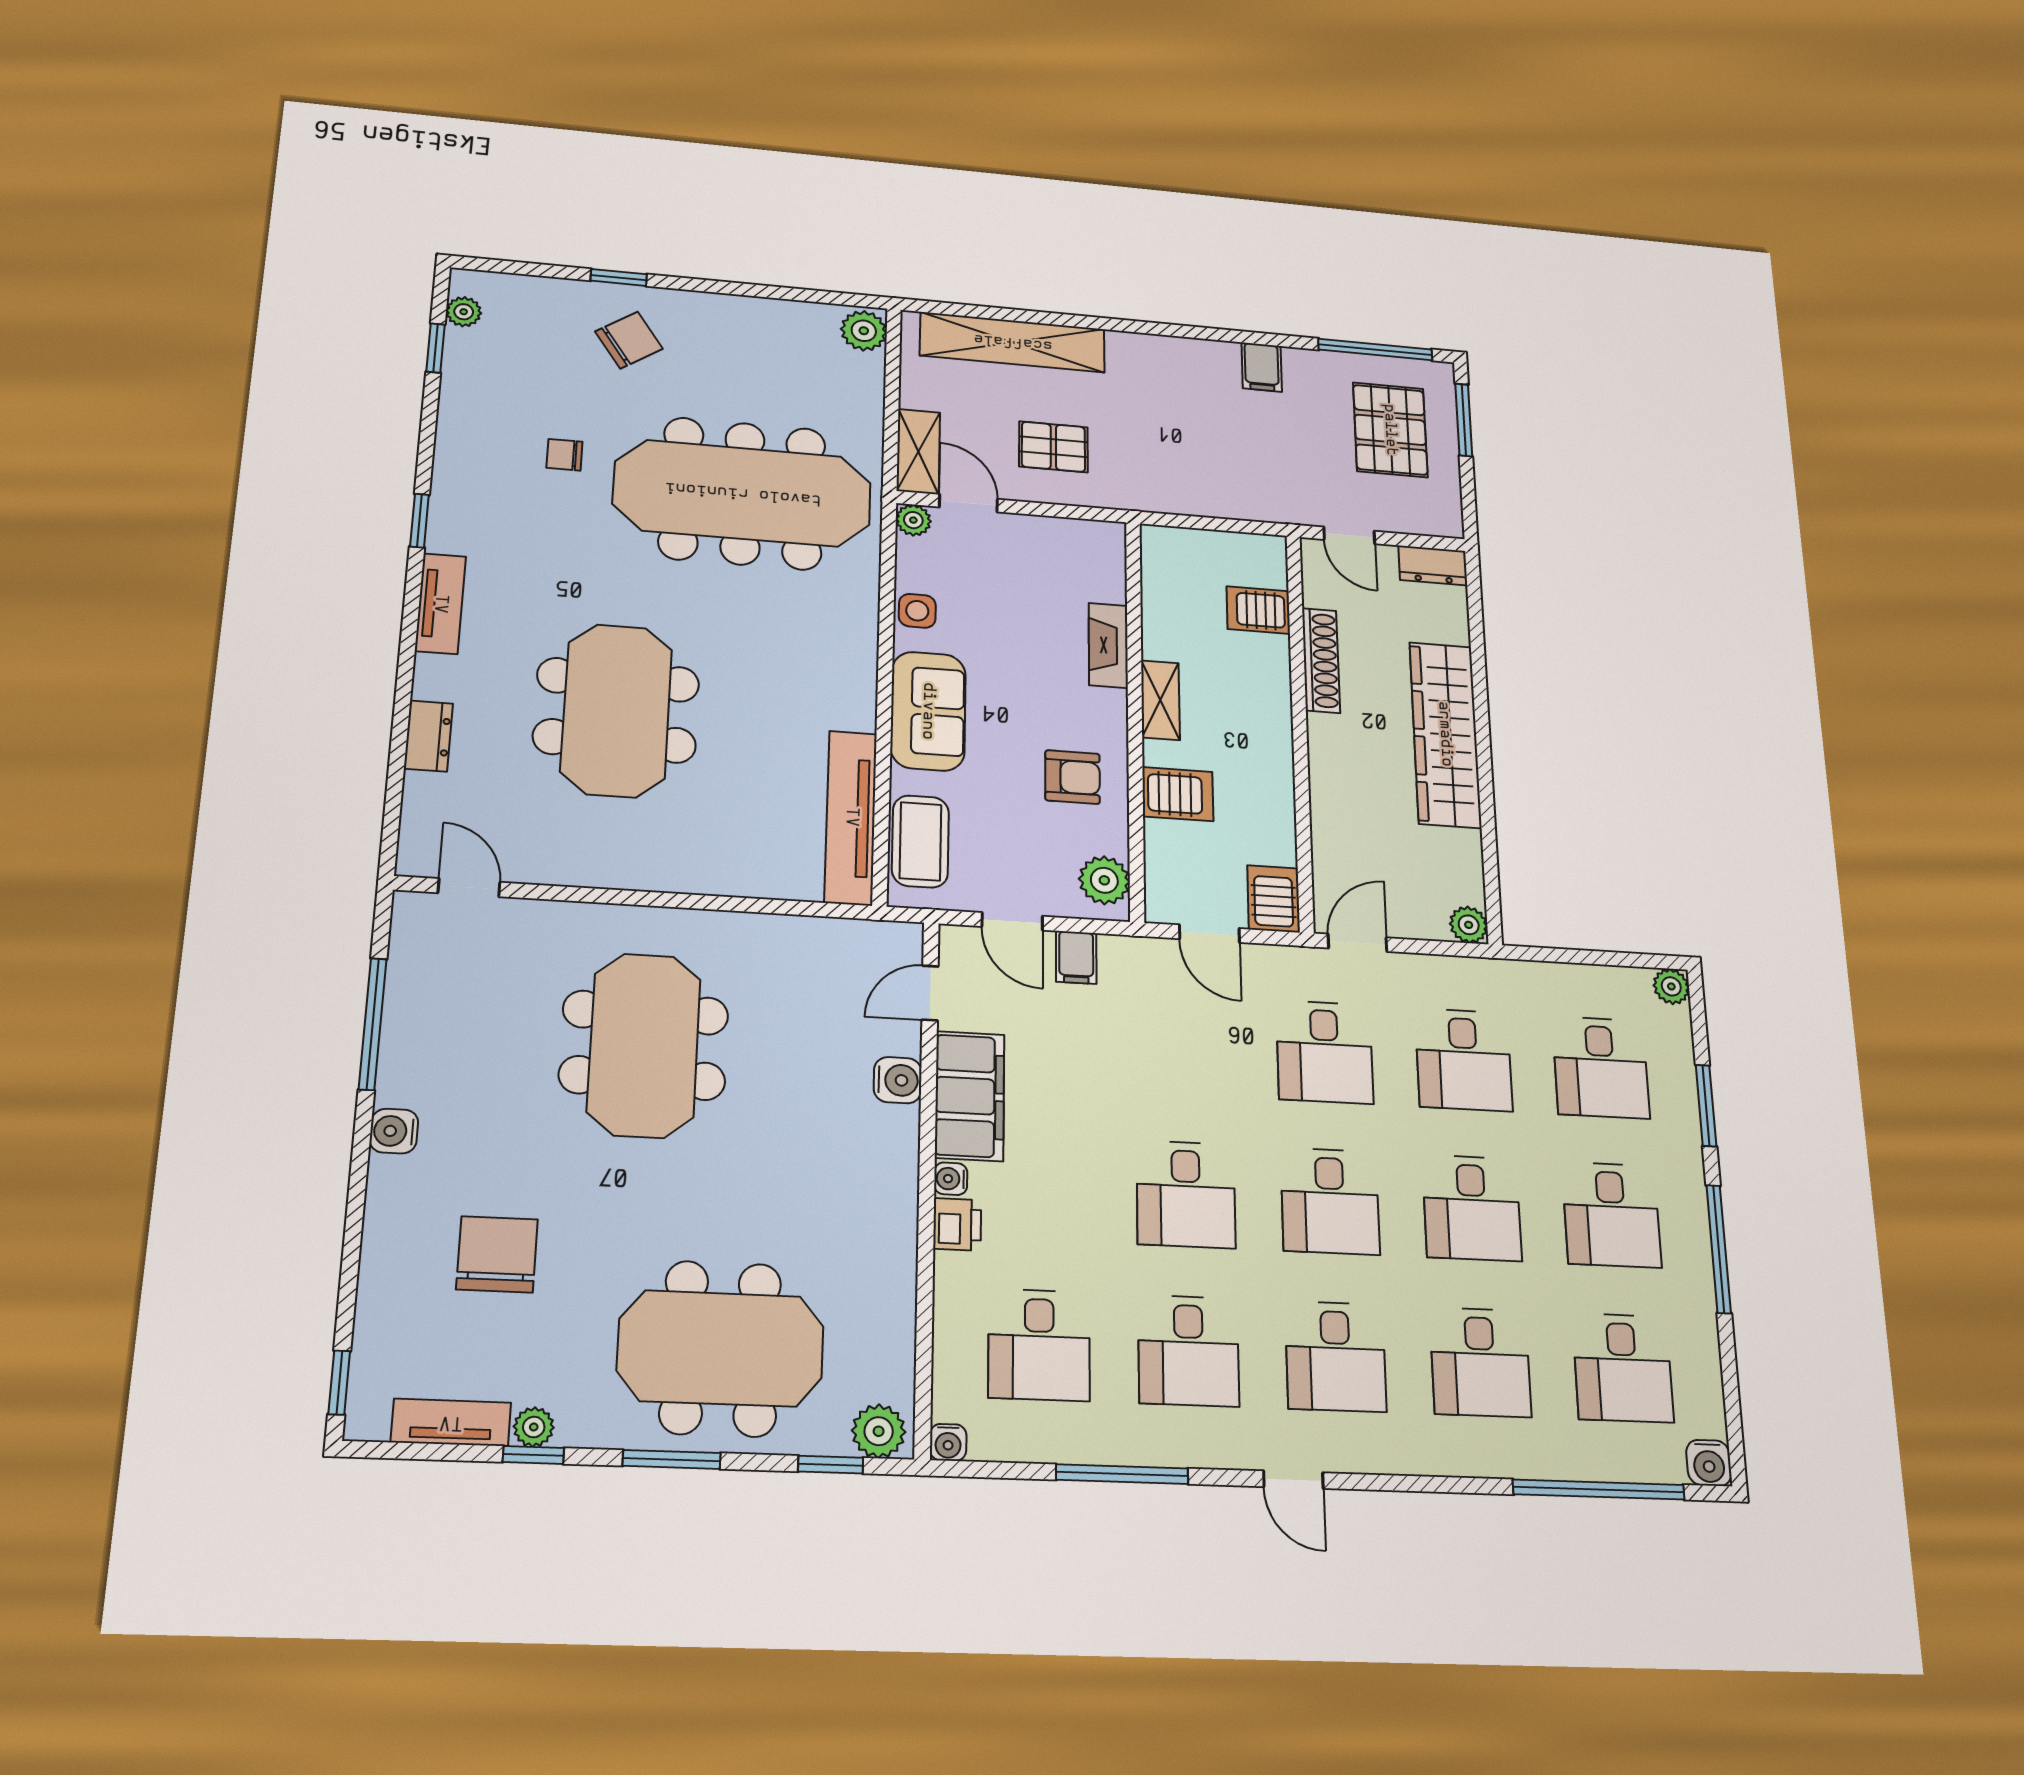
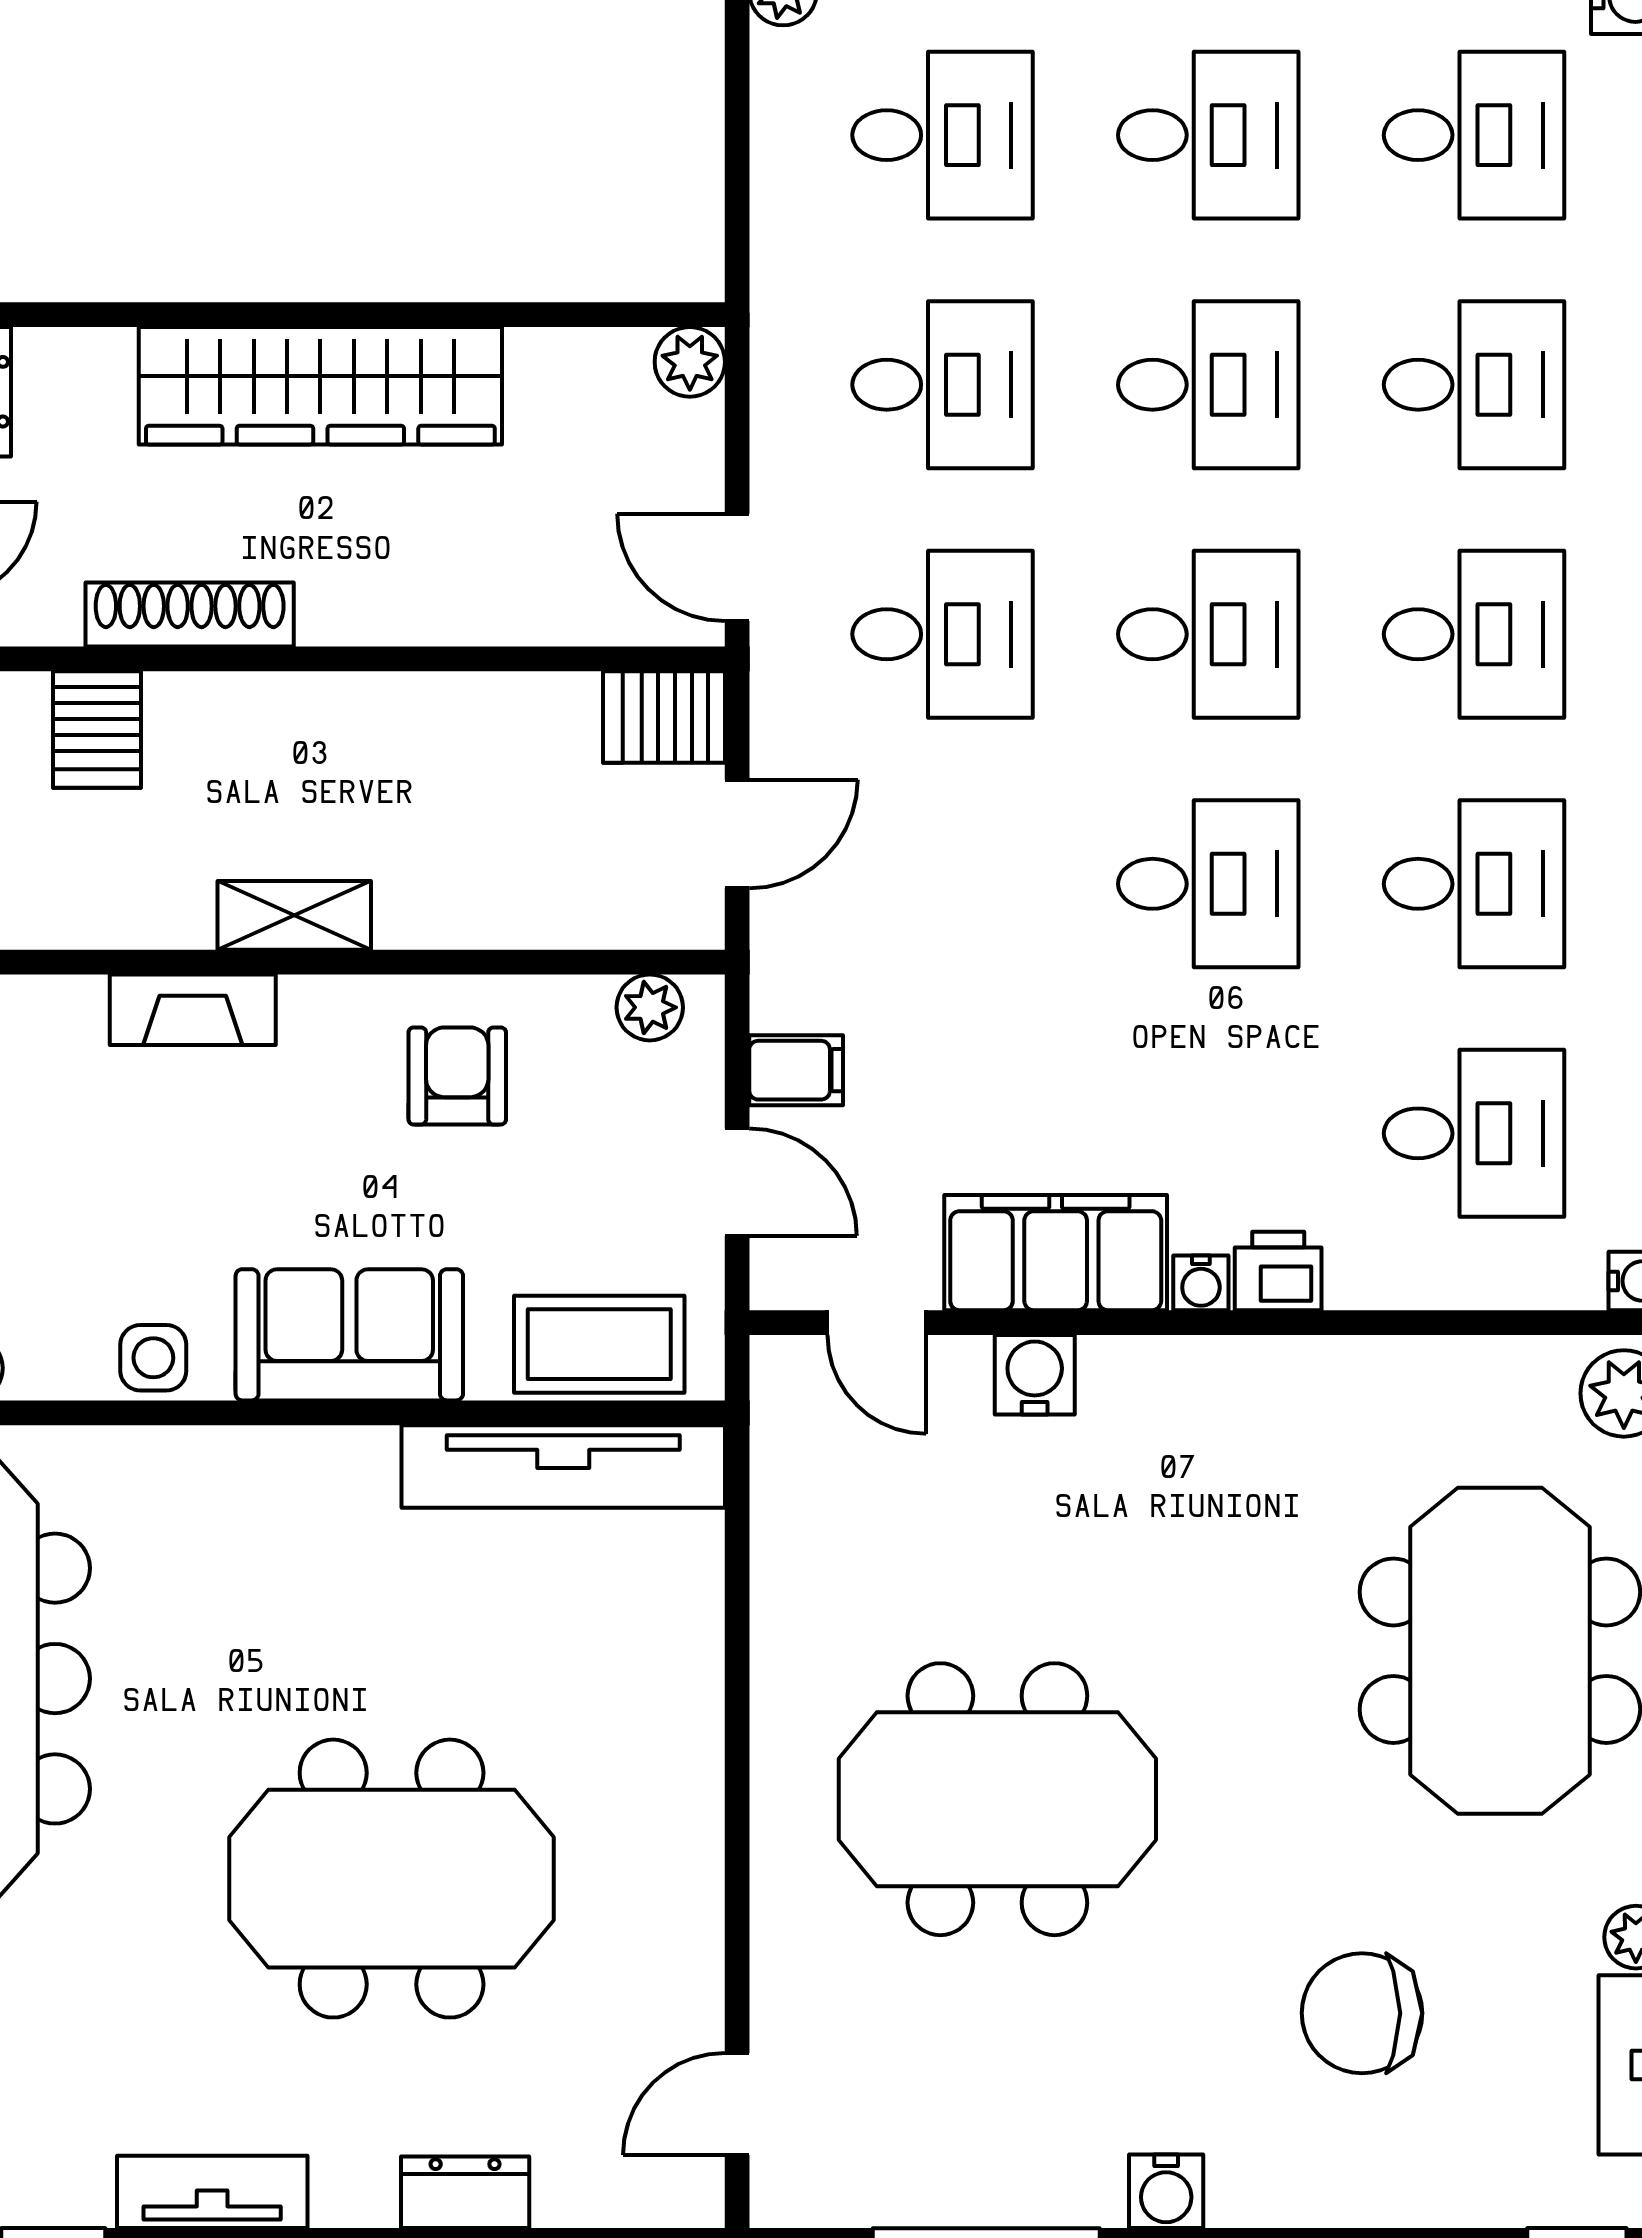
server rack: (1178, 794) -> (476, 886), removed
plant: (1104, 880) -> (650, 1007), width x0.73, depth x0.73
door: (1012, 921) -> (737, 1182), hinge flipped

